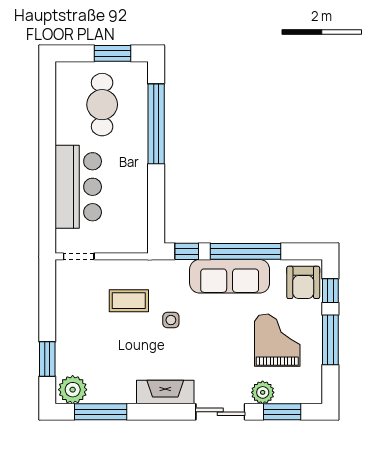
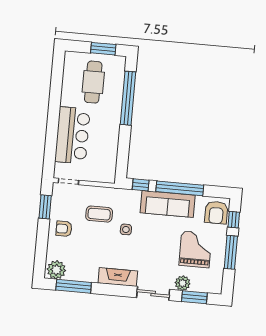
armchair: (78, 327) -> (64, 229), added
window: (47, 359) -> (45, 207), moved

